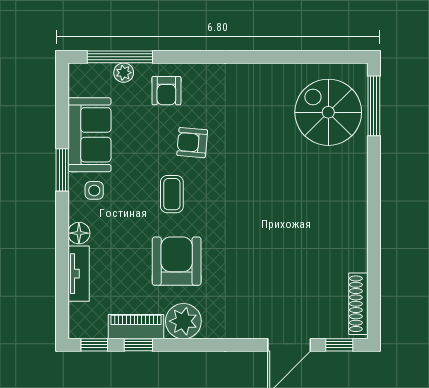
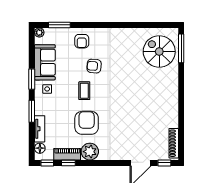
window: (120, 57) -> (59, 25), width x0.69
plant: (124, 73) -> (39, 33), moved
floor lamp: (79, 233) -> (40, 148), moved
window: (62, 237) -> (32, 111), added

